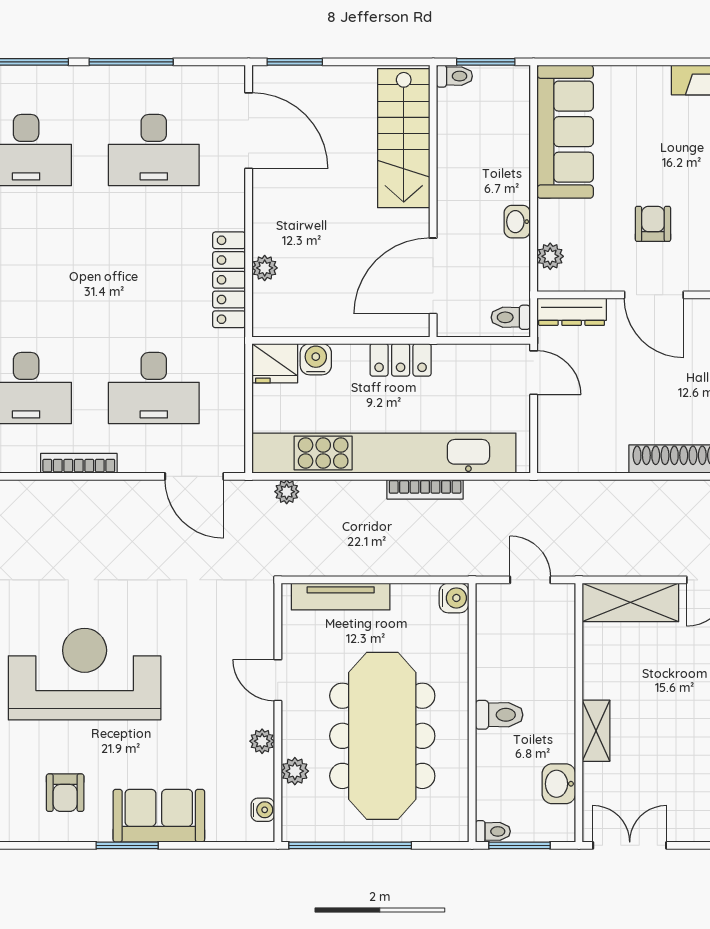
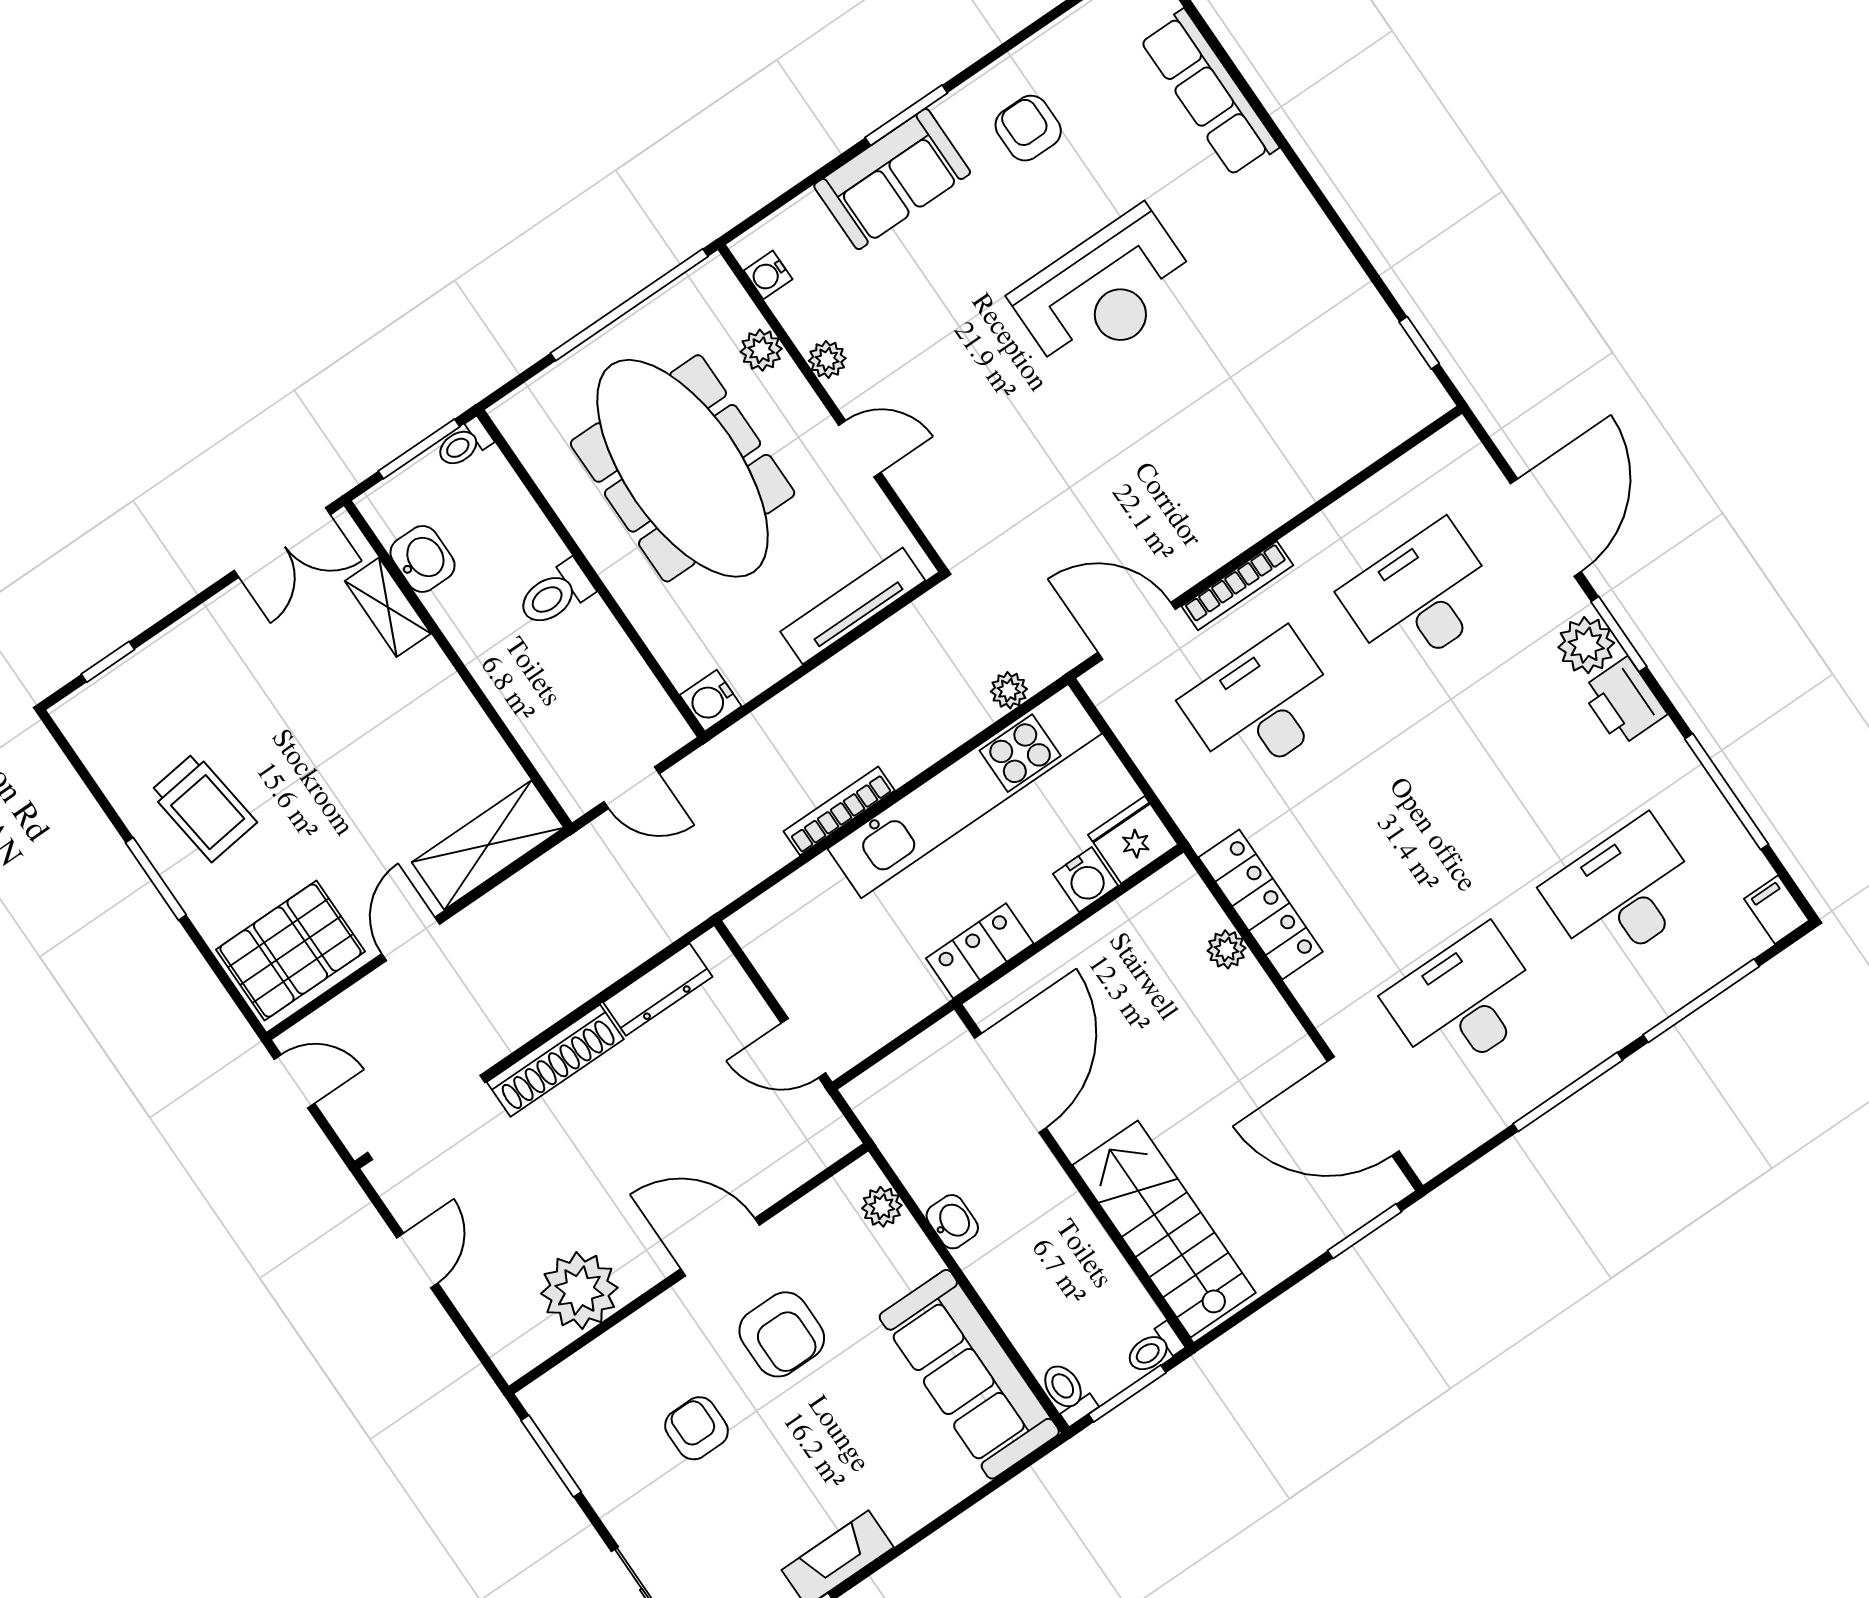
armchair: (653, 224) -> (782, 1334), width x1.38, depth x1.38
dresser: (572, 312) -> (658, 989), moved, turned 180
toilet: (511, 317) -> (1067, 1393), moved, turned -90
kitchen unit: (384, 453) -> (965, 791), width x0.73
bookcase: (79, 463) -> (1237, 586), moved
reception desk: (85, 674) -> (1105, 292), width x0.74, depth x0.77
shelving: (596, 731) -> (388, 607), moved

